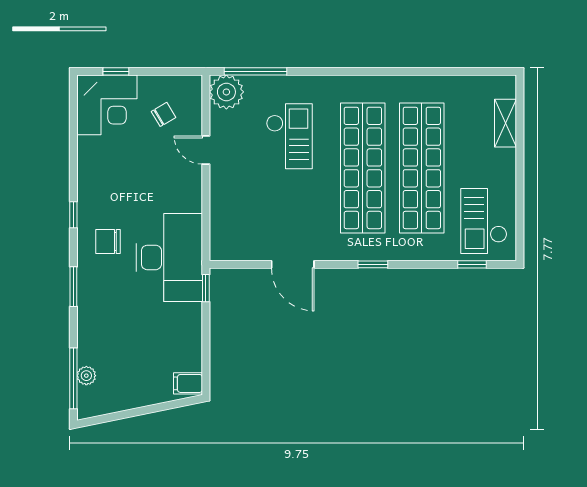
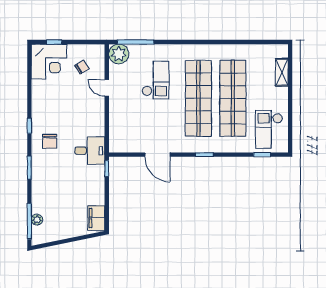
chair: (108, 241) -> (50, 141), turned -90
desk: (169, 257) -> (90, 151), width x0.53, depth x0.77
filing cabinet: (188, 383) -> (96, 218), width x2.00

